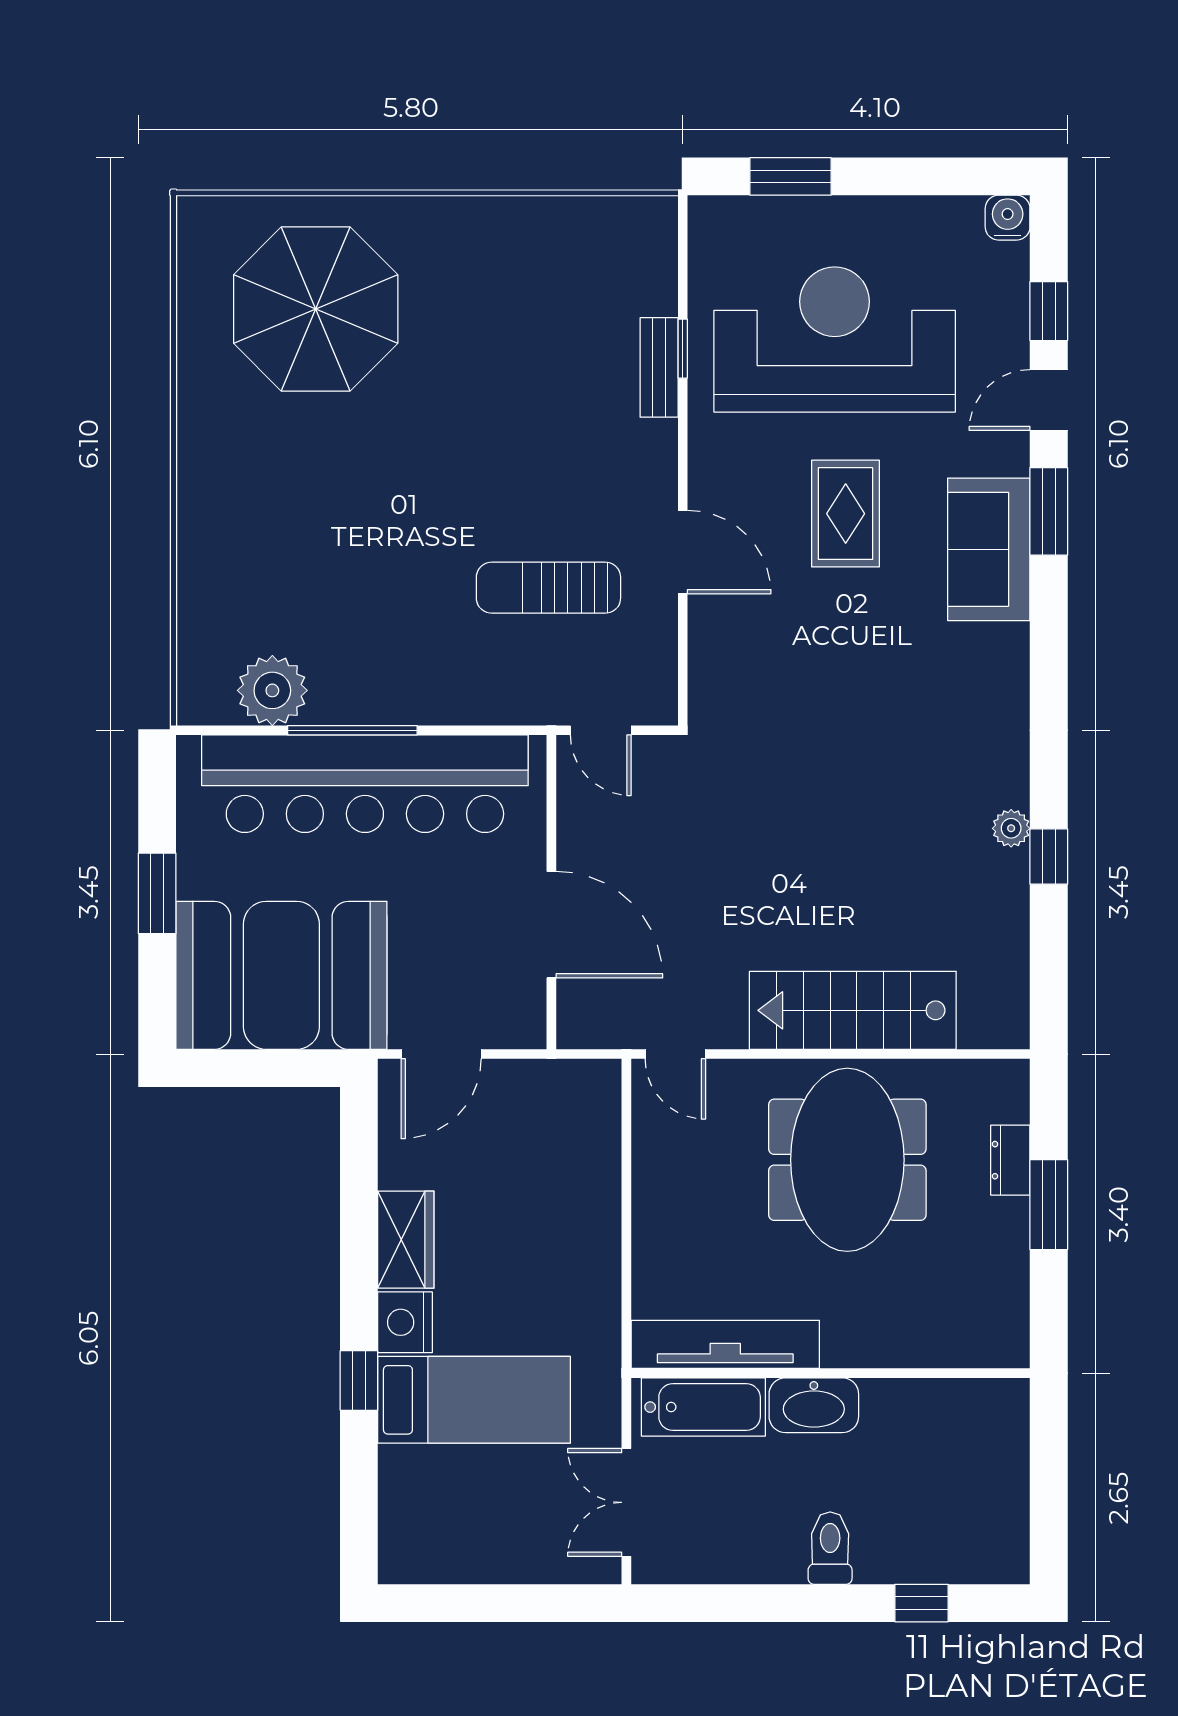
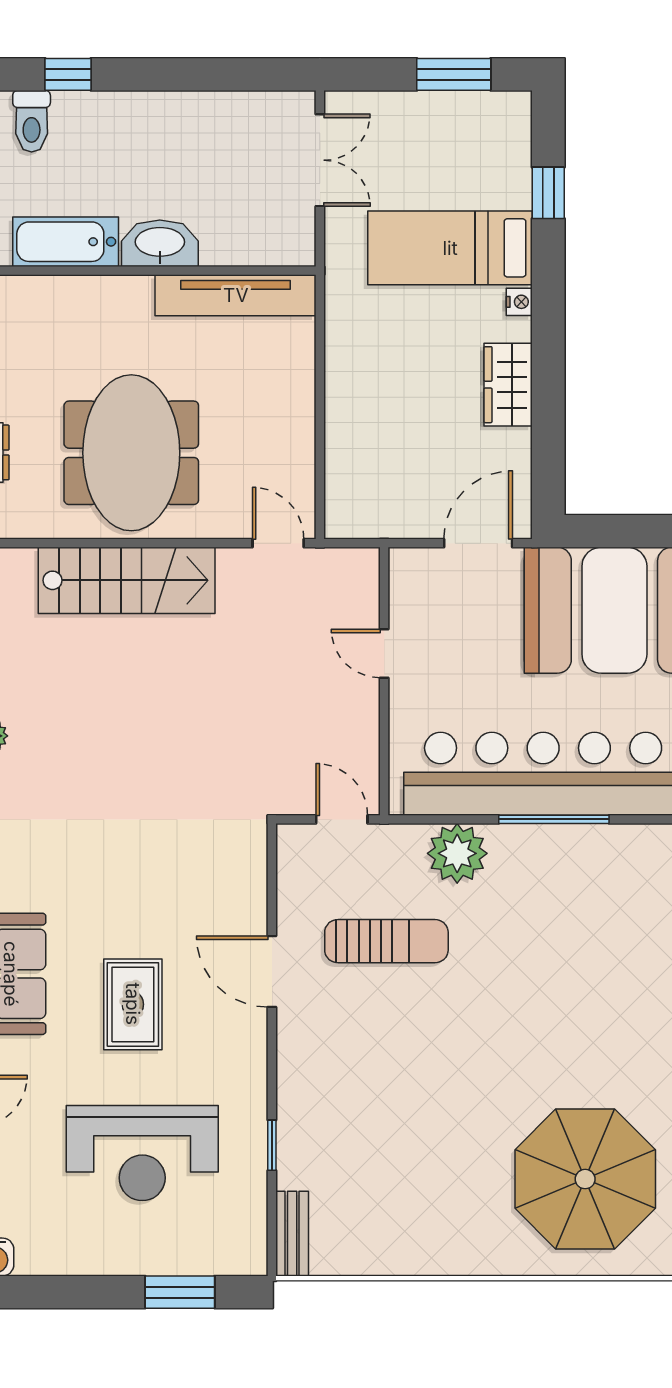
reception desk: (835, 339) -> (142, 1153), width x0.74, depth x0.77
bench: (659, 367) -> (292, 1234), moved
plant: (272, 690) -> (457, 853), moved
door: (551, 925) -> (384, 653), width x0.53
nightstand: (405, 1322) -> (519, 302), width x0.53, depth x0.56
window: (359, 1381) -> (548, 193), moved
bathtub: (703, 1407) -> (66, 242), moved
toilet: (830, 1548) -> (32, 121), moved
window: (470, 1603) -> (454, 74), added

